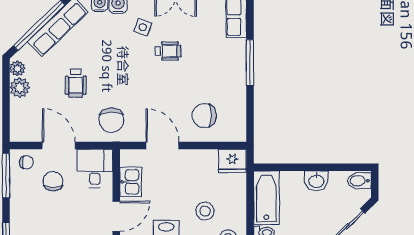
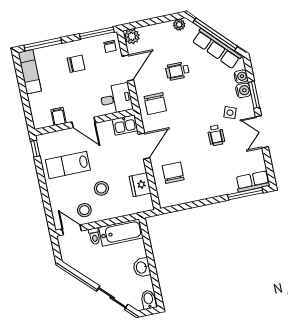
window: (250, 62) -> (245, 194), moved
plant: (20, 88) -> (132, 36), moved
chair: (111, 120) -> (155, 104), turned -90
fridge: (232, 161) -> (140, 185), moved
chair: (53, 181) -> (76, 64), moved
kitchen sink: (131, 182) -> (125, 125), moved

